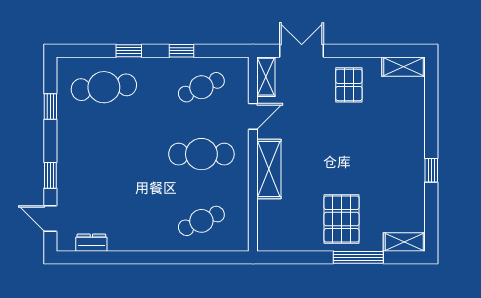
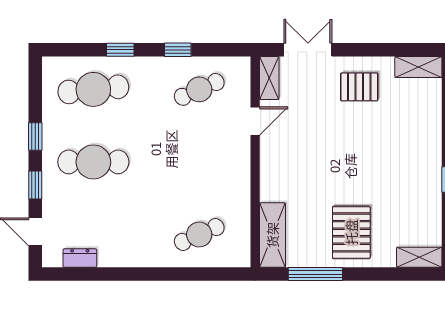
pallet: (349, 85) -> (359, 87), turned 90
window: (50, 106) -> (35, 136), moved
cafe table: (201, 154) -> (93, 162), moved
shelving: (269, 169) -> (272, 235), moved
window: (358, 257) -> (315, 274), moved

